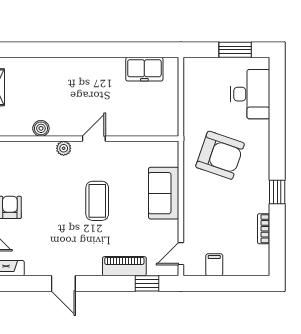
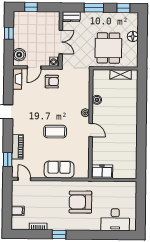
window: (235, 50) -> (141, 211), removed
freezer: (144, 69) -> (102, 172), moved, turned 90
armchair: (220, 155) -> (80, 202), turned 71
filing cabinet: (214, 265) -> (18, 211), moved

